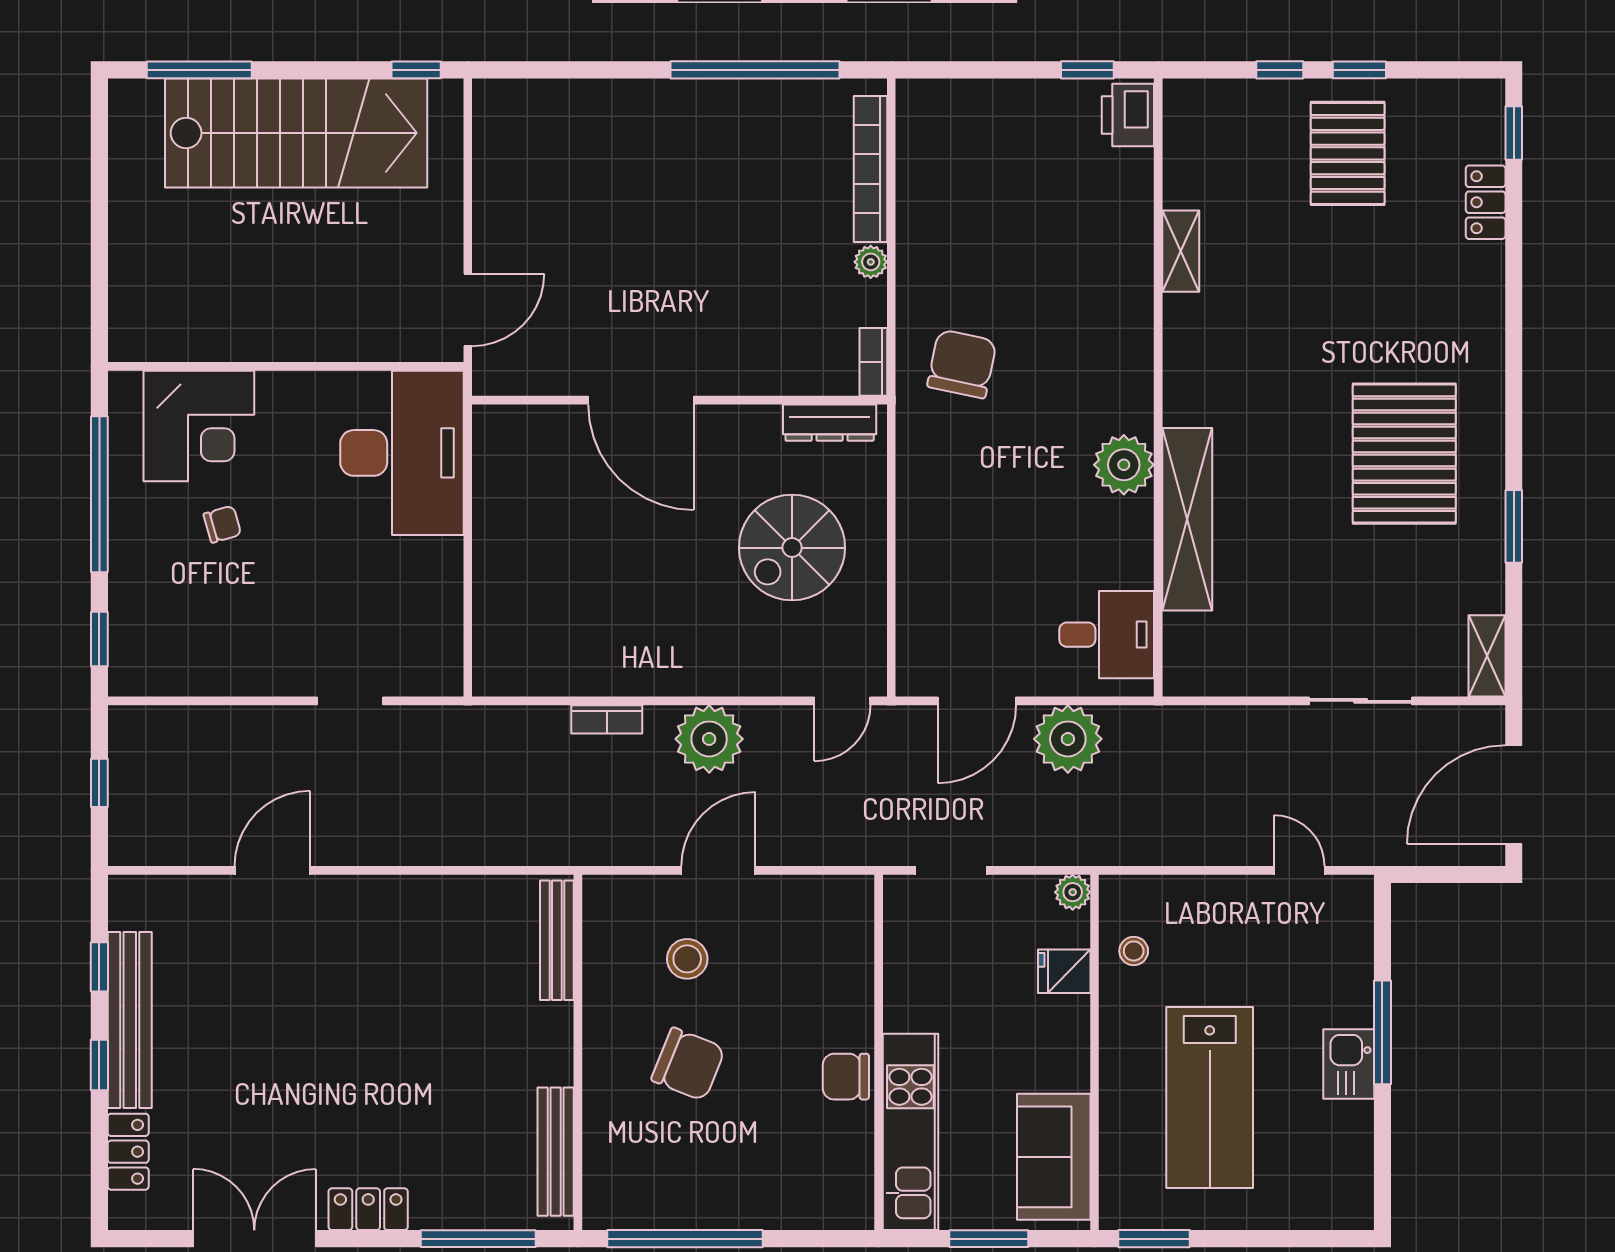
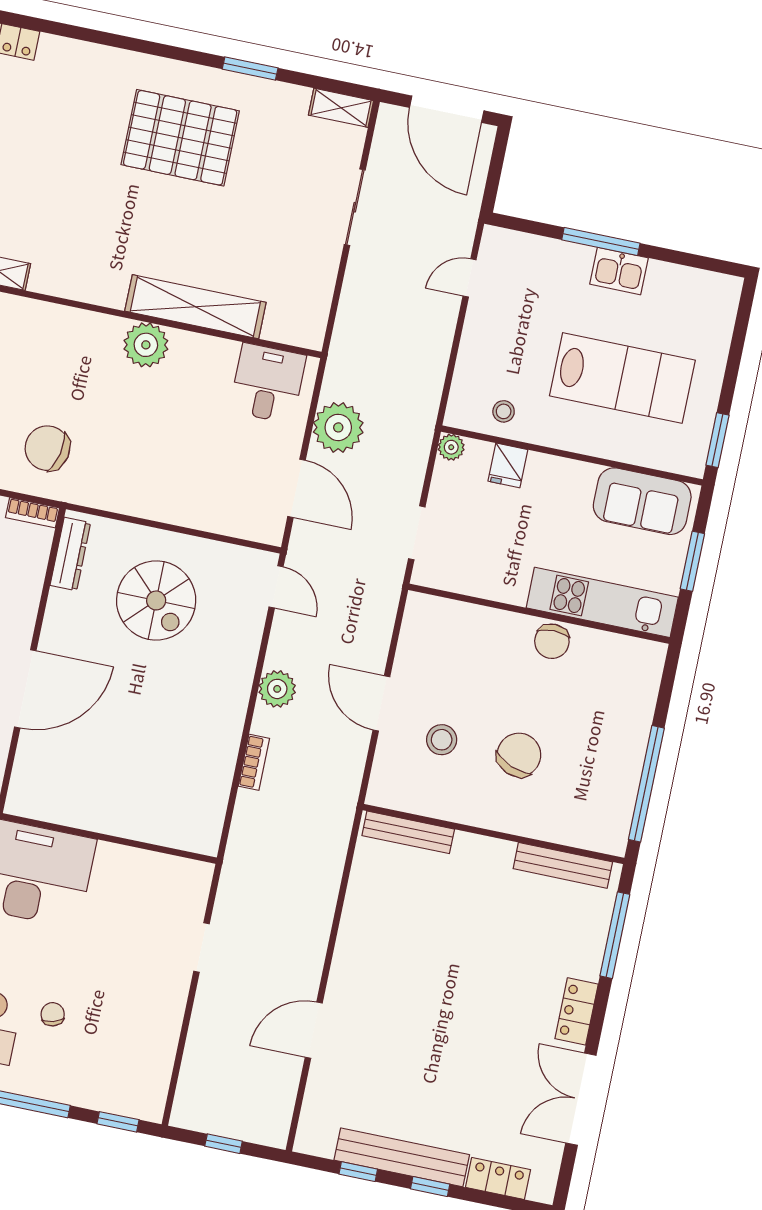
plant: (709, 739) -> (277, 689), width x0.73, depth x0.73
door: (272, 870) -> (314, 1030), hinge flipped

